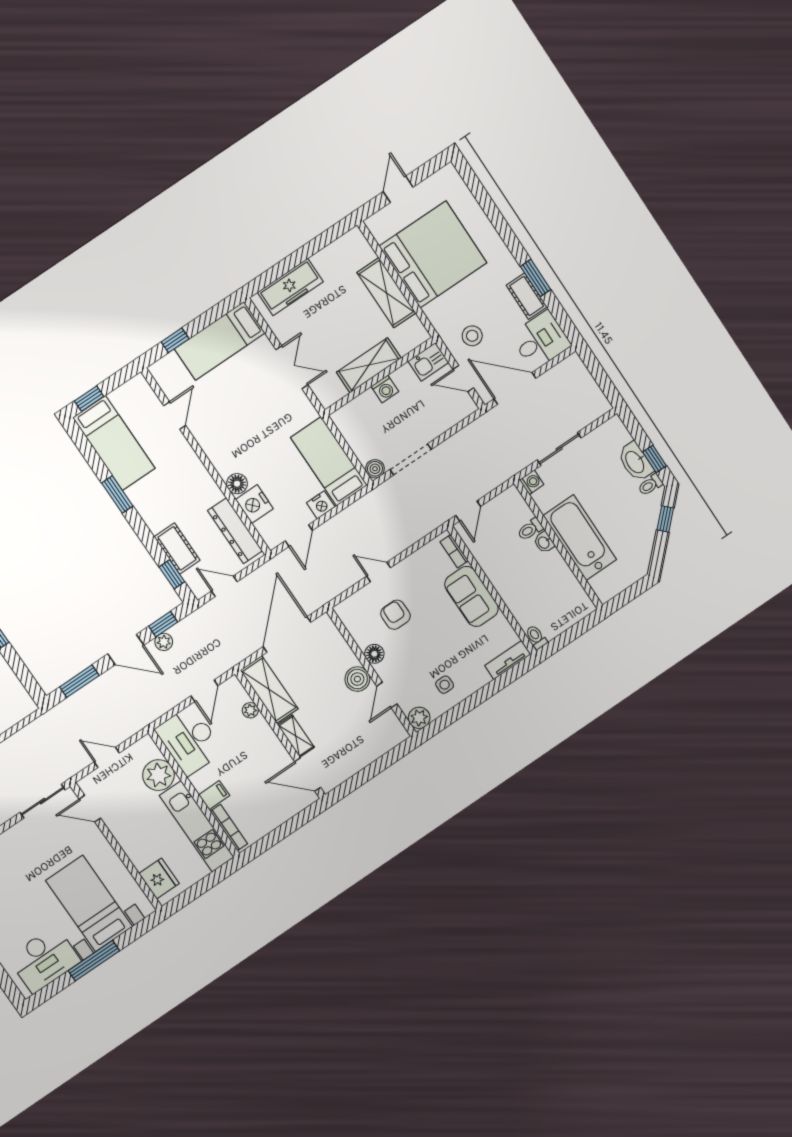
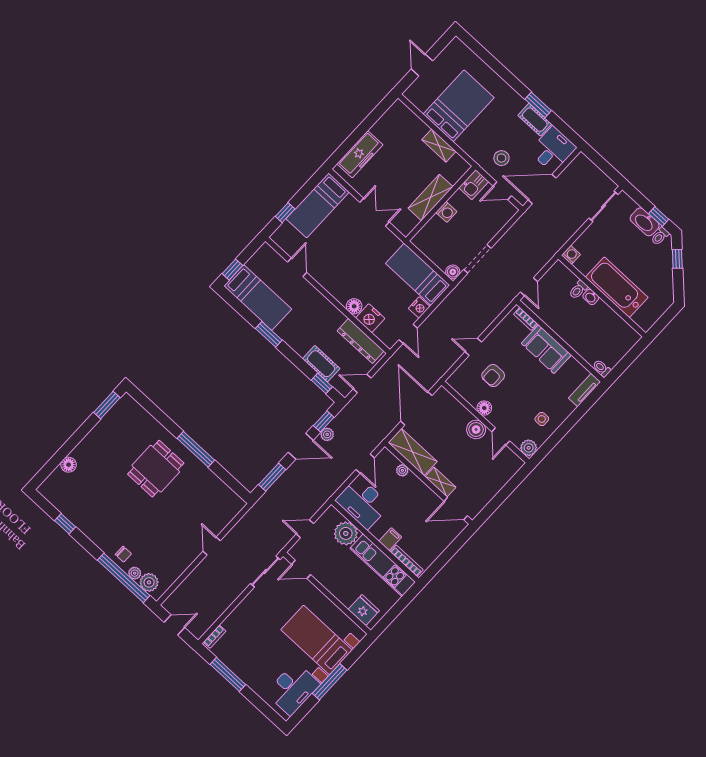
bed: (433, 254) -> (459, 106), width x0.73
shelving: (386, 293) -> (439, 146), width x0.67, depth x0.75
sliding door: (559, 449) -> (604, 206), moved
armchair: (395, 615) -> (493, 376), turned -90

